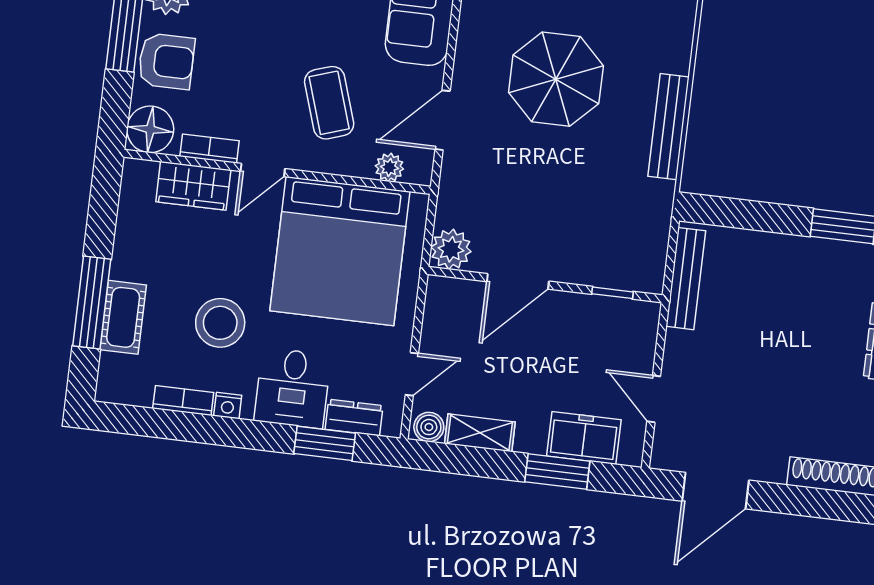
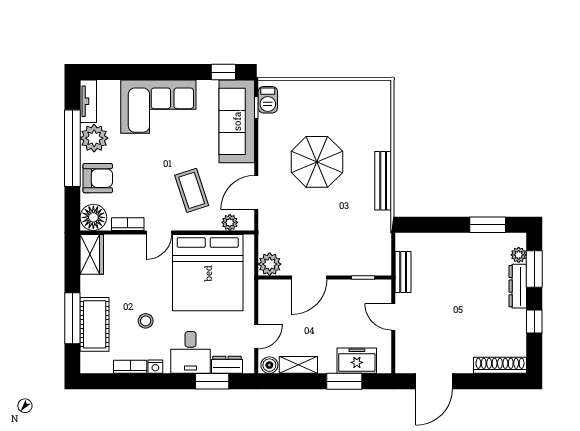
wardrobe: (193, 186) -> (92, 254), moved, turned -90
bench: (686, 279) -> (403, 272), width x0.73
cot: (123, 317) -> (95, 324), width x1.37, depth x1.34
stool: (220, 323) -> (146, 321), width x0.53, depth x0.53
door: (654, 399) -> (393, 317), moved

